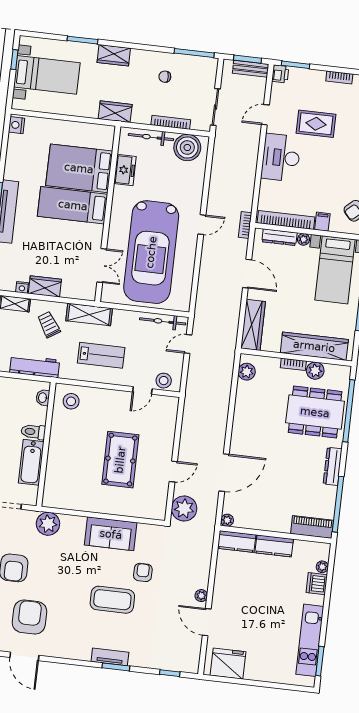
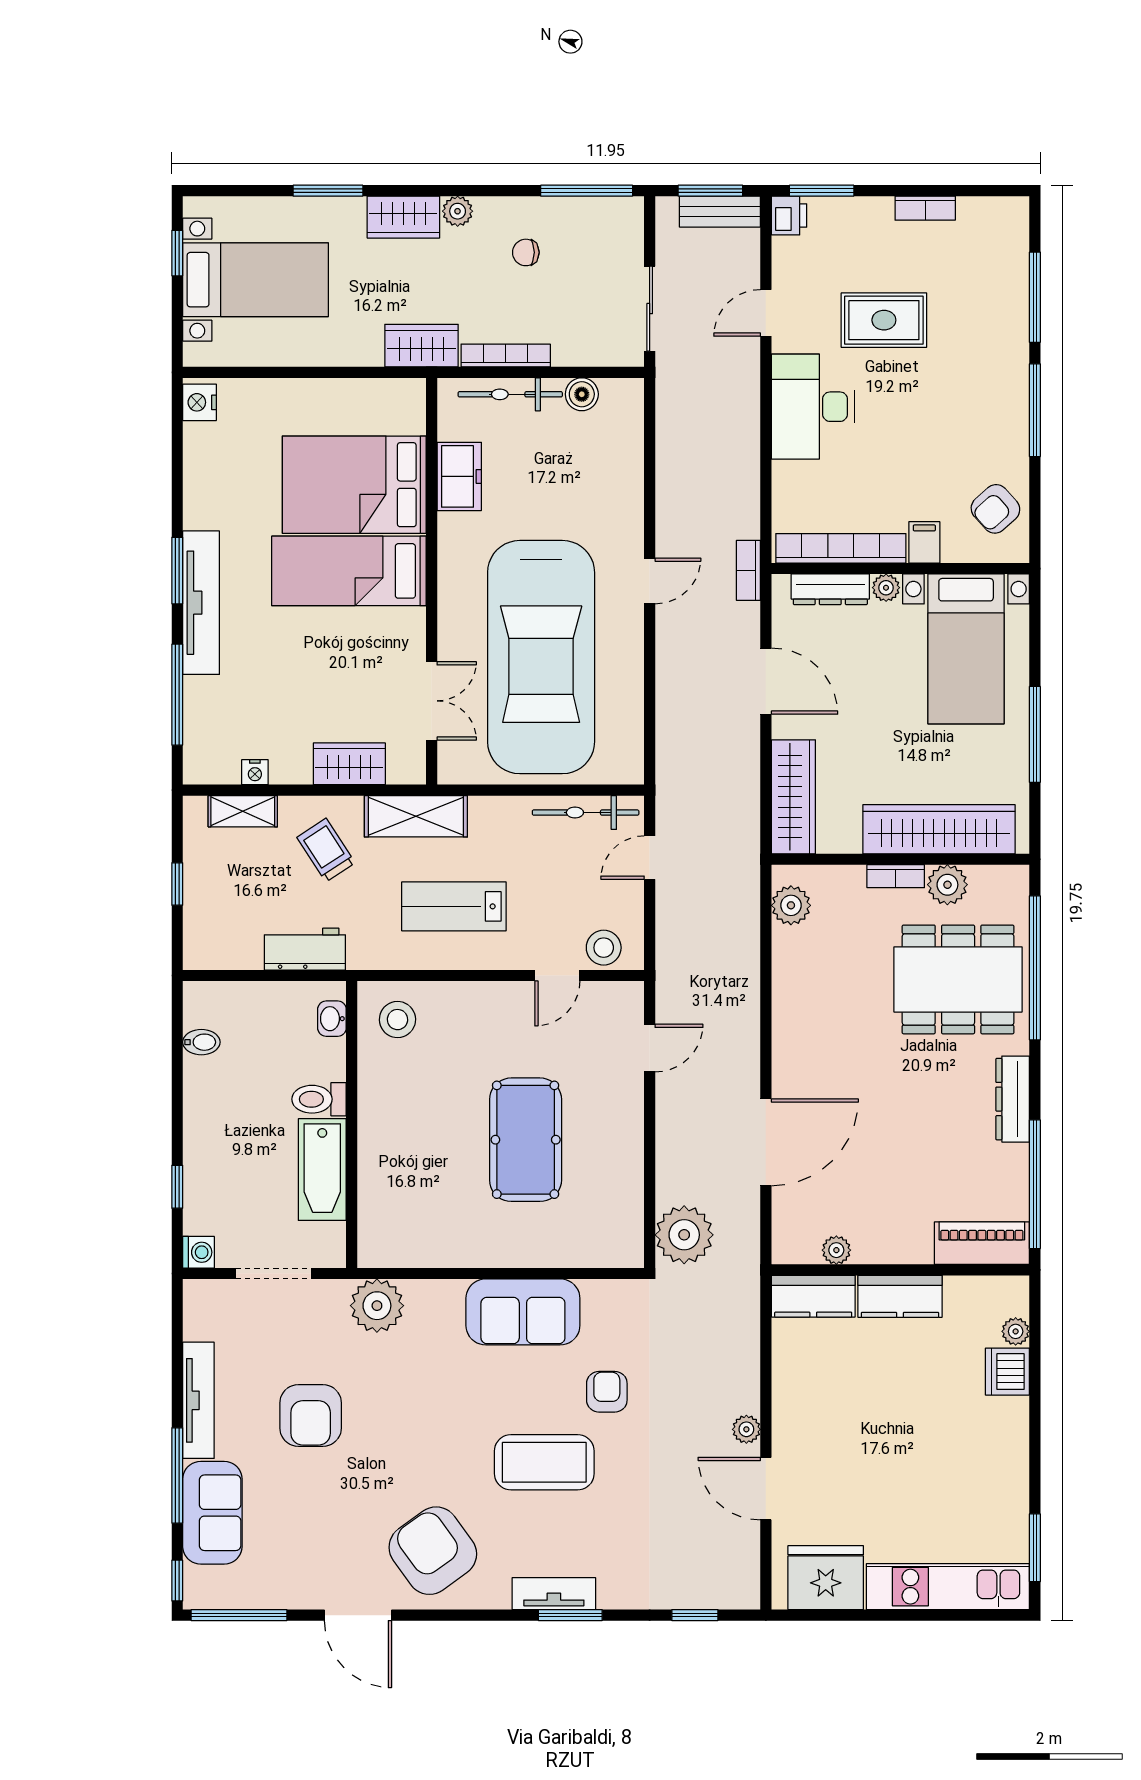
plant: (137, 55) -> (458, 211), added
bookcase: (171, 122) -> (506, 355), moved
boiler: (187, 148) -> (582, 394), width x0.54, depth x0.54
wardrobe: (45, 286) -> (349, 764), moved
lab bench: (101, 355) -> (454, 906), turned 180
workbench: (35, 366) -> (305, 949), width x0.73
door: (173, 471) -> (650, 1048), moved
plant: (227, 520) -> (836, 1250), moved
armchair: (29, 617) -> (433, 1551), moved, turned -36
kitchen unit: (310, 640) -> (948, 1587), moved, turned 90

